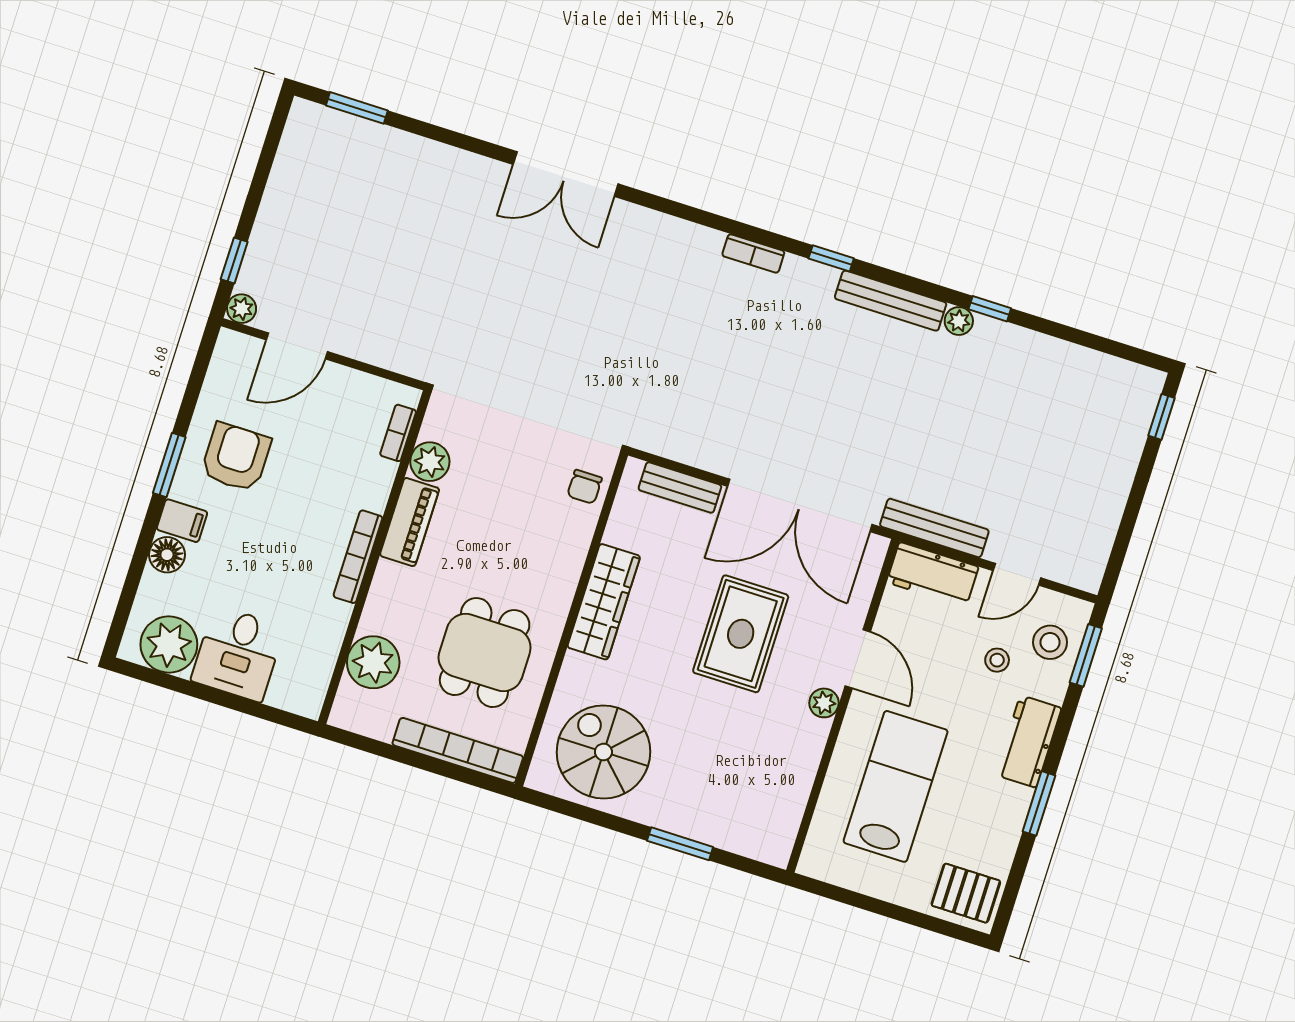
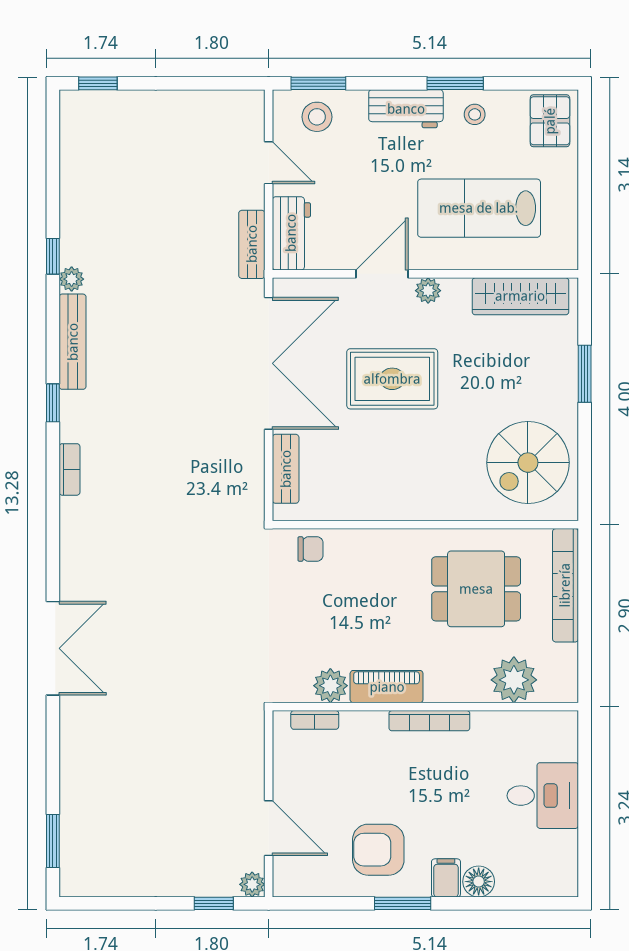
bench: (934, 528) -> (252, 244), width x0.73
wardrobe: (604, 602) -> (520, 296), moved, turned 180
plant: (169, 645) -> (553, 856), removed
stool: (997, 660) -> (475, 114), moved

